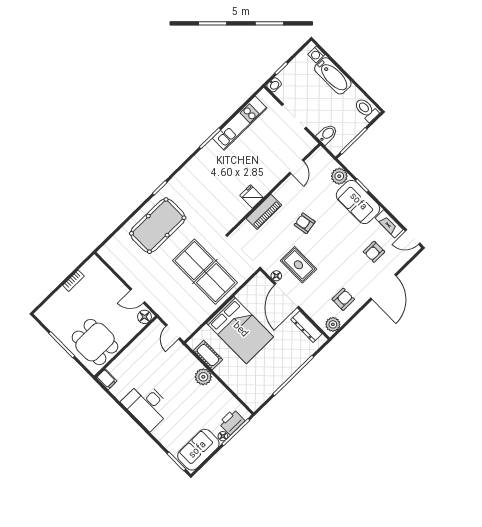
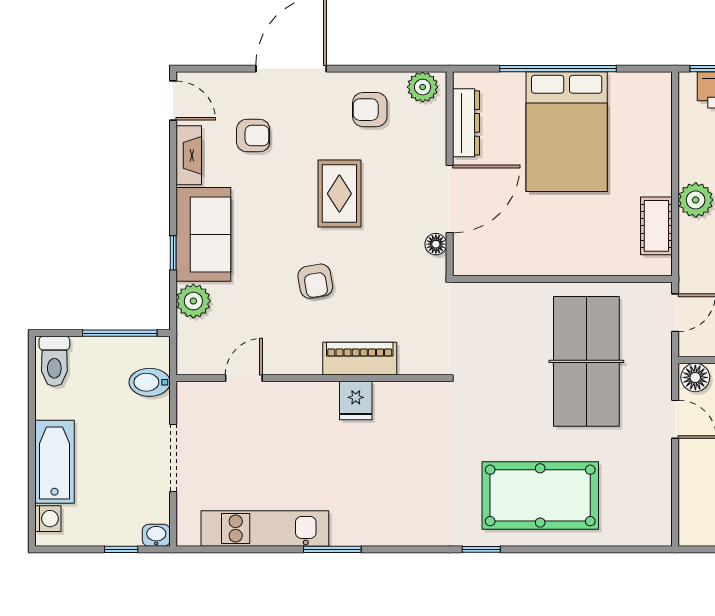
rug: (298, 265) -> (339, 194), moved
table tennis table: (205, 272) -> (586, 361), moved
bed: (240, 330) -> (567, 132), moved, turned 180

